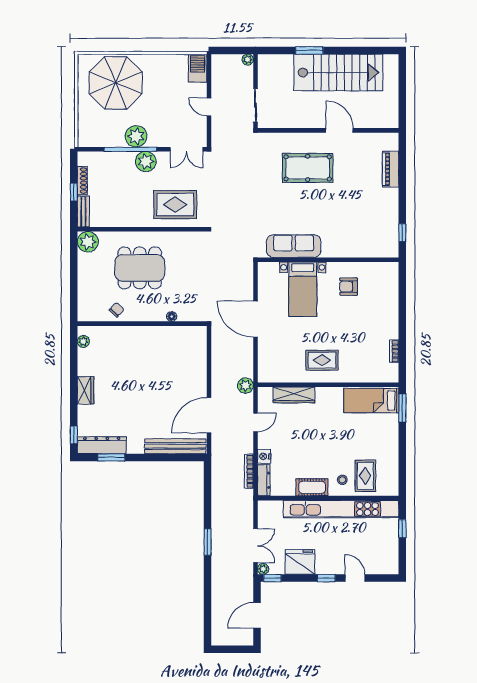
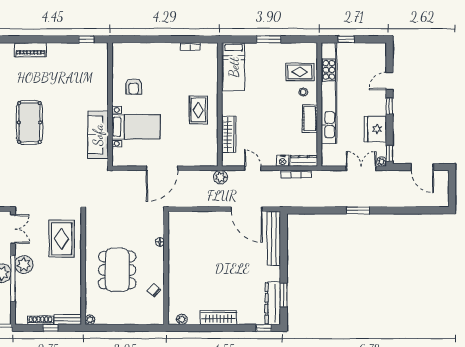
plant: (88, 242) -> (90, 320), width x0.53, depth x0.53
wardrobe: (85, 390) -> (219, 318), width x1.50
window: (402, 408) -> (269, 39), moved

